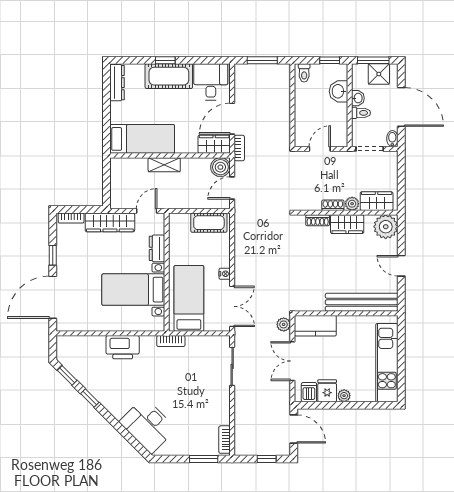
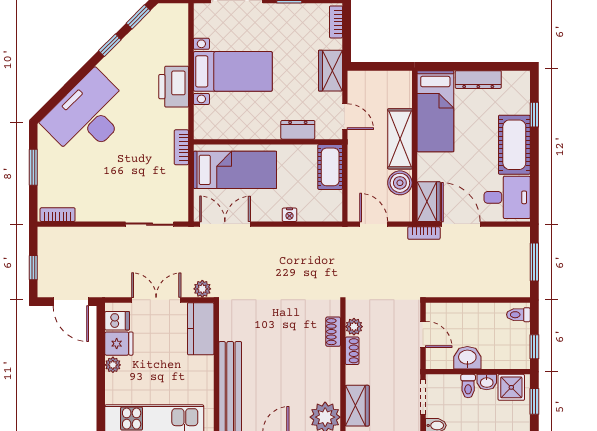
window: (165, 60) -> (534, 115), moved
window: (373, 60) -> (534, 401), width x0.67
shower: (379, 74) -> (511, 387), moved
dresser: (117, 83) -> (478, 80), moved
washbasin: (338, 91) -> (467, 358), moved
shelving: (164, 165) -> (400, 139), width x1.50, depth x1.33
boiler: (220, 167) -> (400, 183), moved
plant: (352, 204) -> (354, 327), moved
wardrobe: (110, 222) -> (330, 71), width x0.67
cot: (209, 223) -> (330, 167), moved
wardrobe: (347, 224) -> (328, 369), removed
nightstand: (225, 274) -> (289, 215), moved
bed with nightstands: (133, 290) -> (233, 71), moved, turned 90
double door: (232, 306) -> (225, 224), swing flipped
desk: (148, 425) -> (88, 115), width x1.36, depth x1.30
door: (294, 429) -> (71, 302), hinge flipped
window: (204, 459) -> (33, 167), moved

